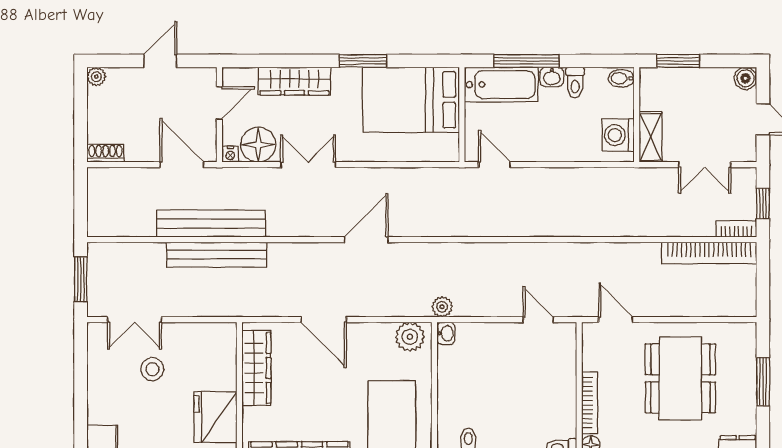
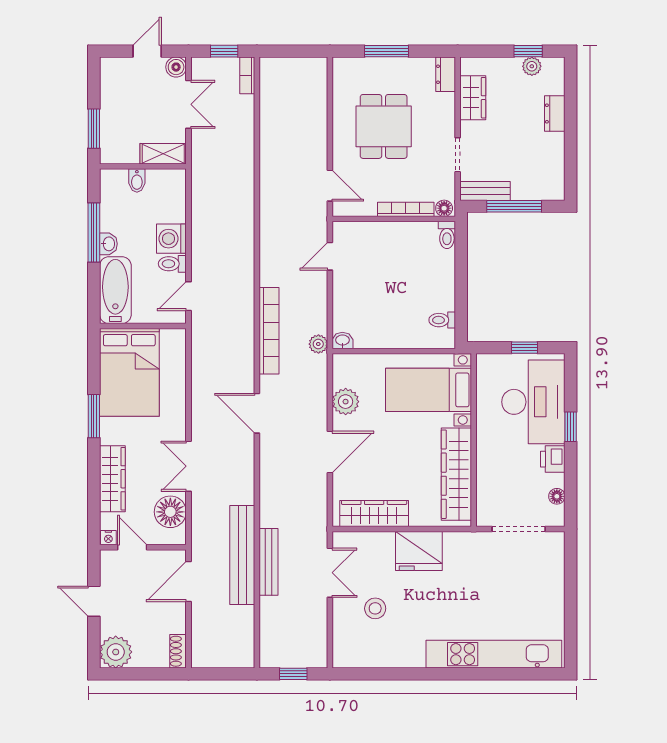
window: (526, 61) -> (94, 232), moved
plant: (96, 77) -> (116, 652), width x1.87, depth x1.87
bidet: (621, 78) -> (137, 180), moved
boiler: (746, 78) -> (176, 67), moved
toilet: (575, 82) -> (172, 264), moved, turned 180
washing machine: (618, 135) -> (171, 239), moved, turned 90
nightstand: (230, 154) -> (108, 538), moved, turned 90
bookcase: (709, 253) -> (269, 331), moved
bench: (217, 255) -> (269, 562), width x0.73, depth x0.82
window: (81, 279) -> (293, 674), width x0.67
double door: (134, 320) -> (330, 573), moved
door: (616, 320) -> (330, 186), swing flipped
plant: (410, 337) -> (346, 402), moved
dining table: (680, 378) -> (384, 126), width x0.73

